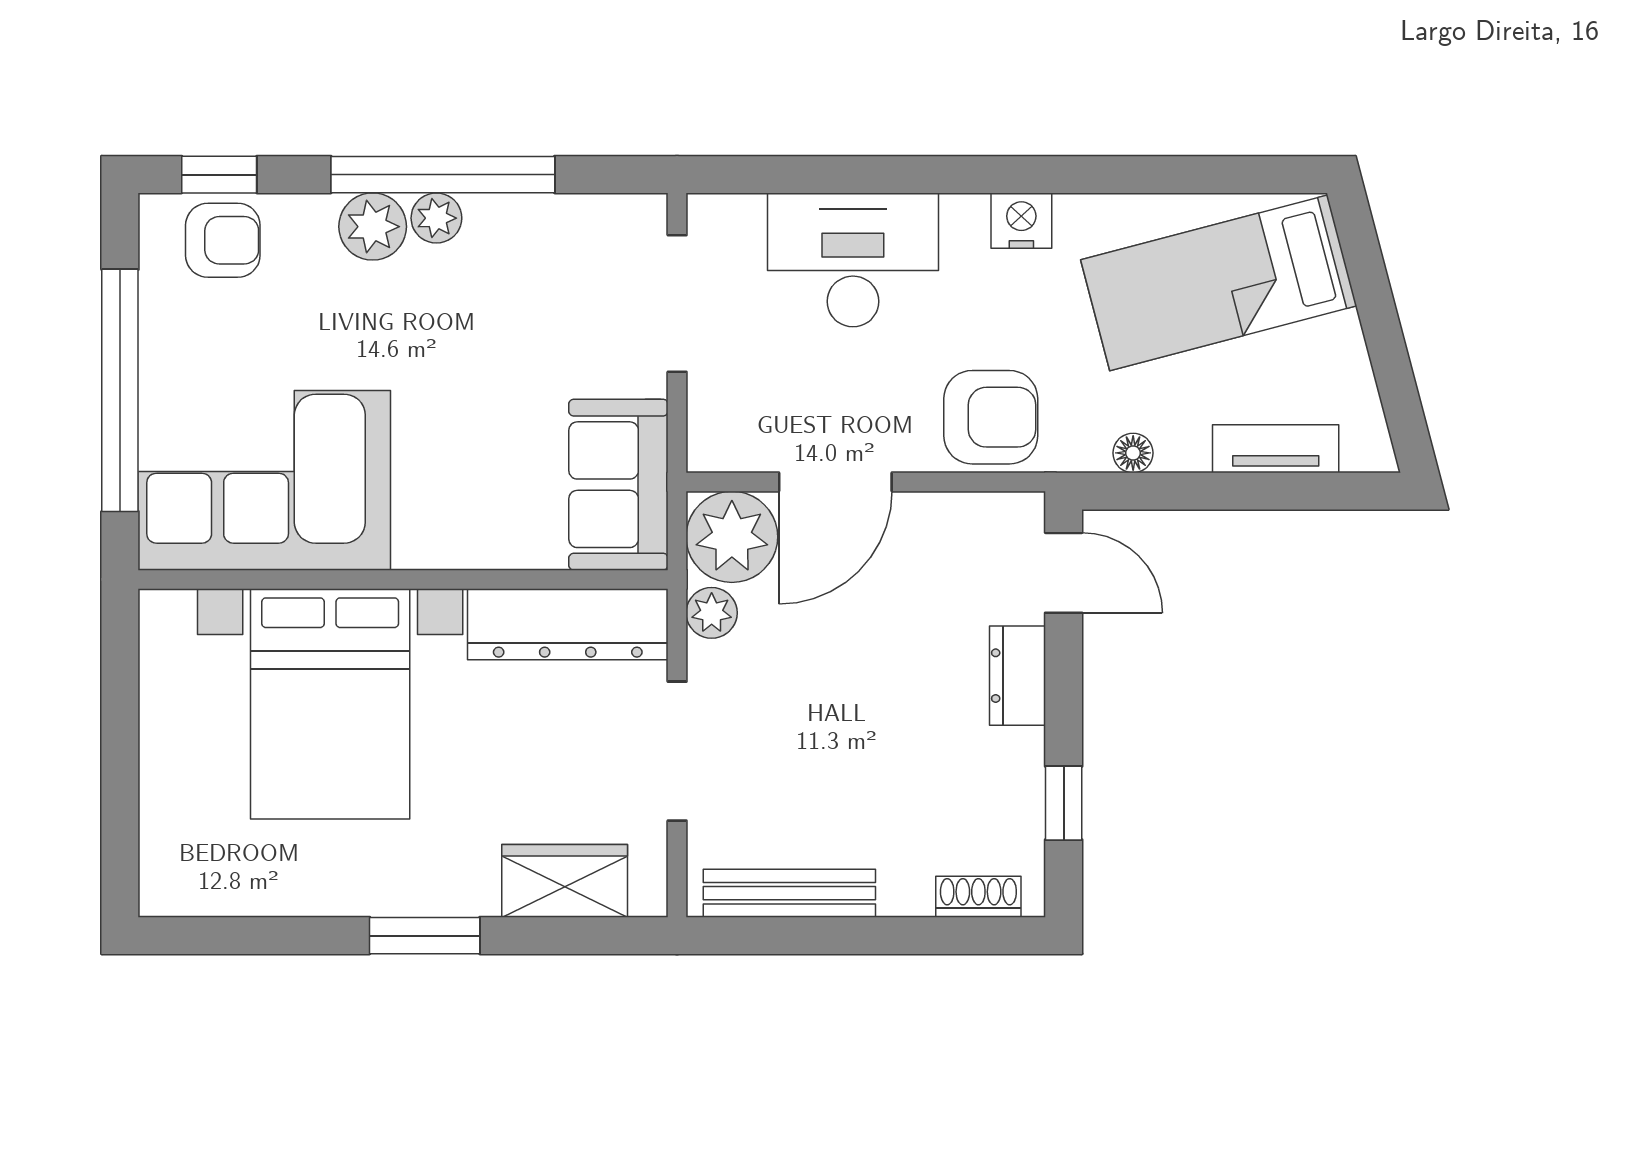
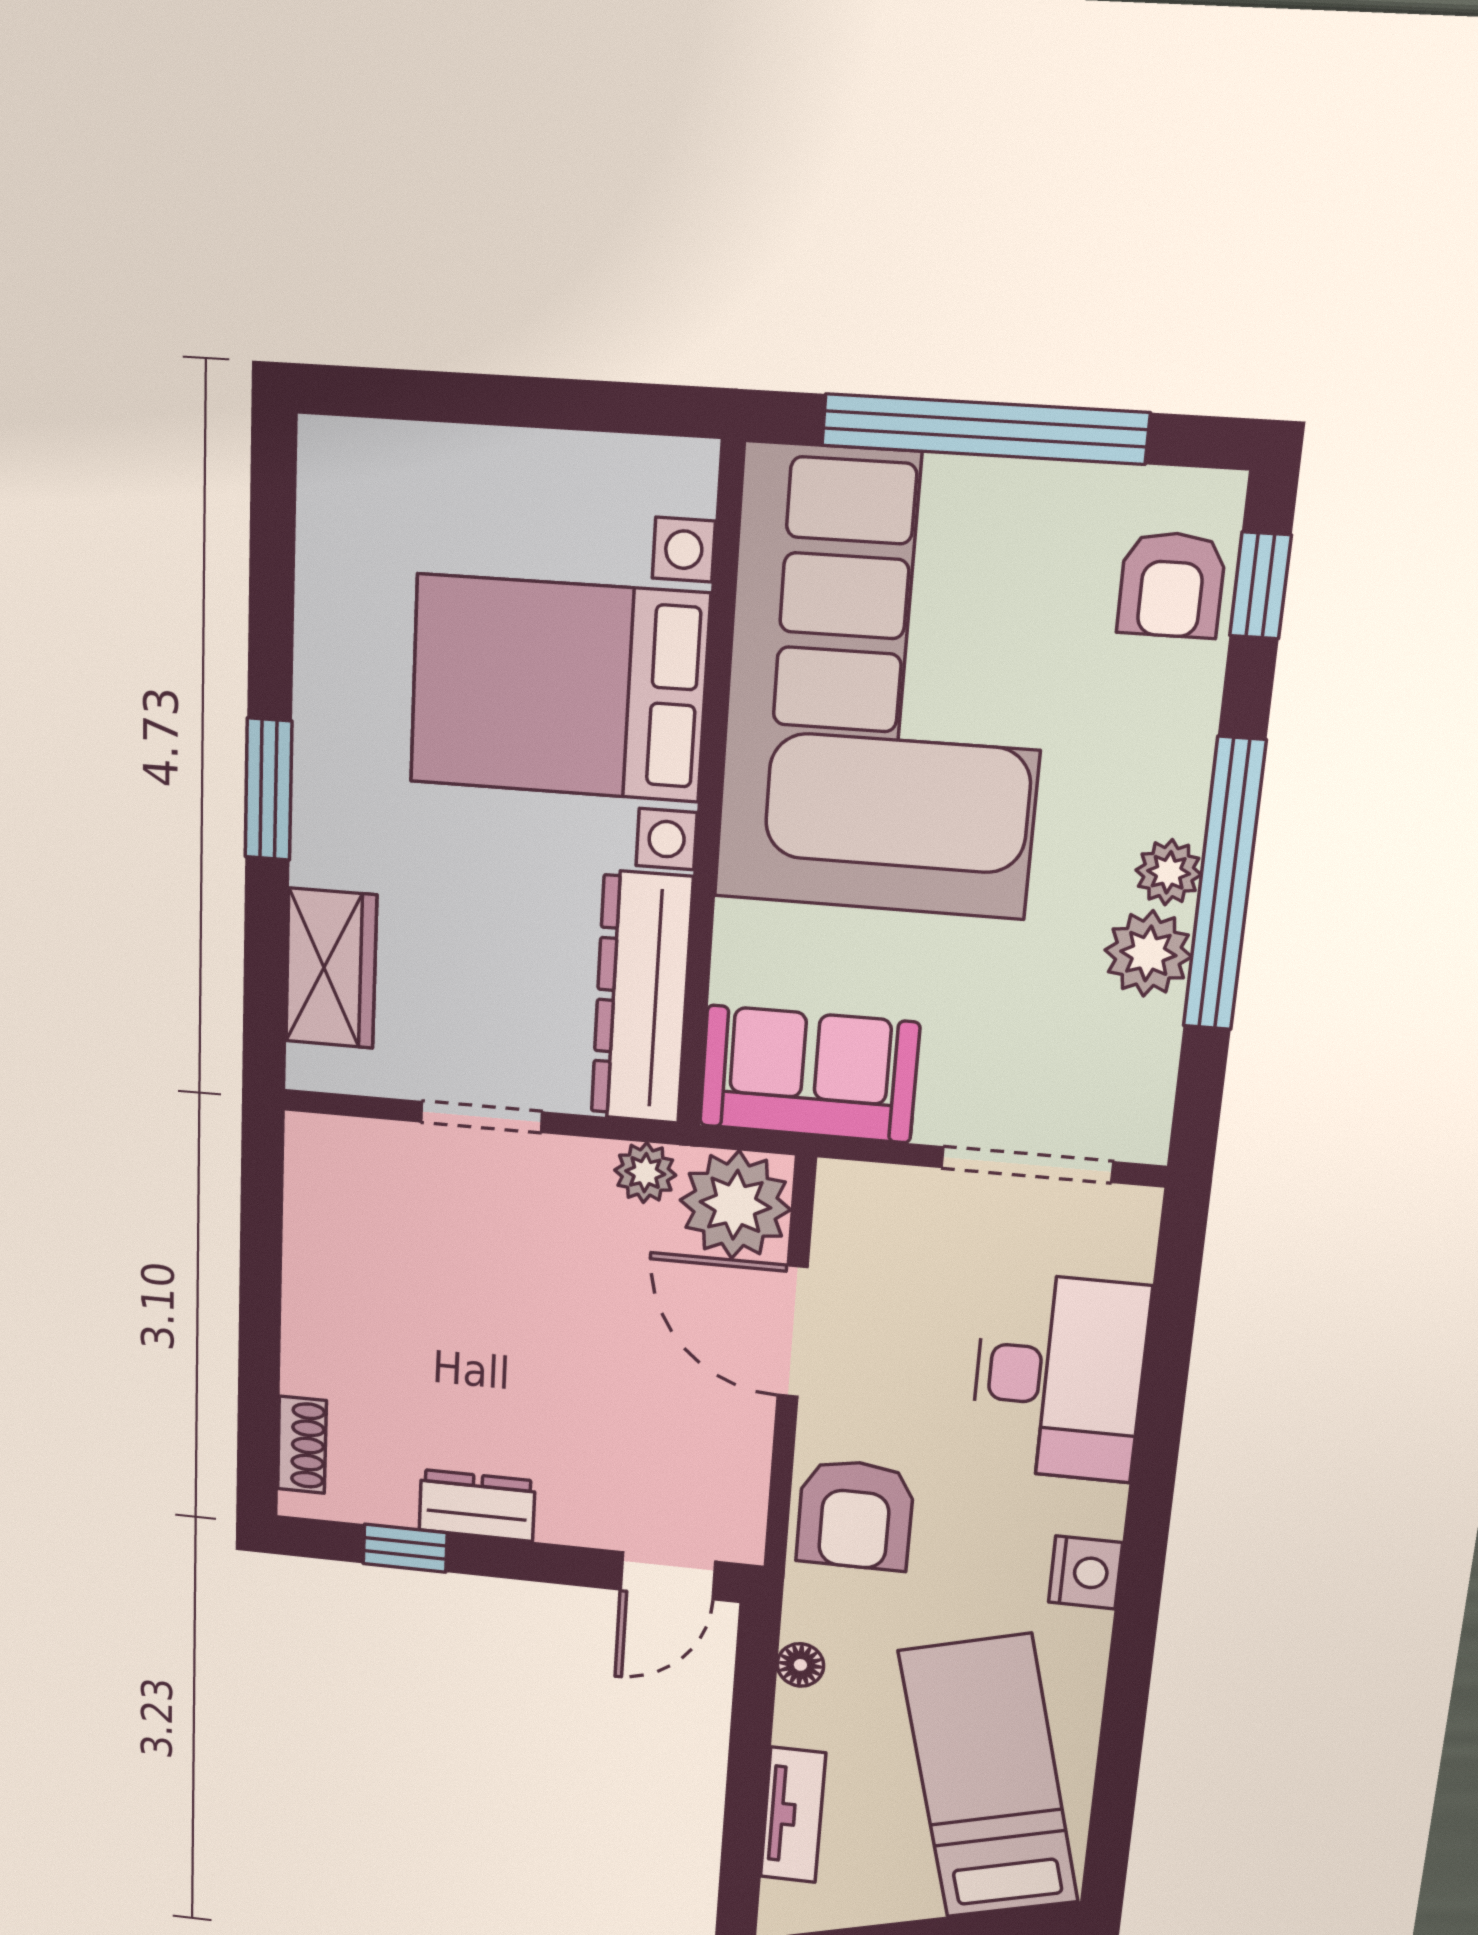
plant: (373, 227) -> (1148, 953), moved
corner sofa: (264, 480) -> (887, 684), width x1.36, depth x1.36
dresser: (1017, 676) -> (477, 1505), moved
doorway: (677, 751) -> (482, 1117), width x0.73
bench: (789, 893) -> (310, 1233), removed

